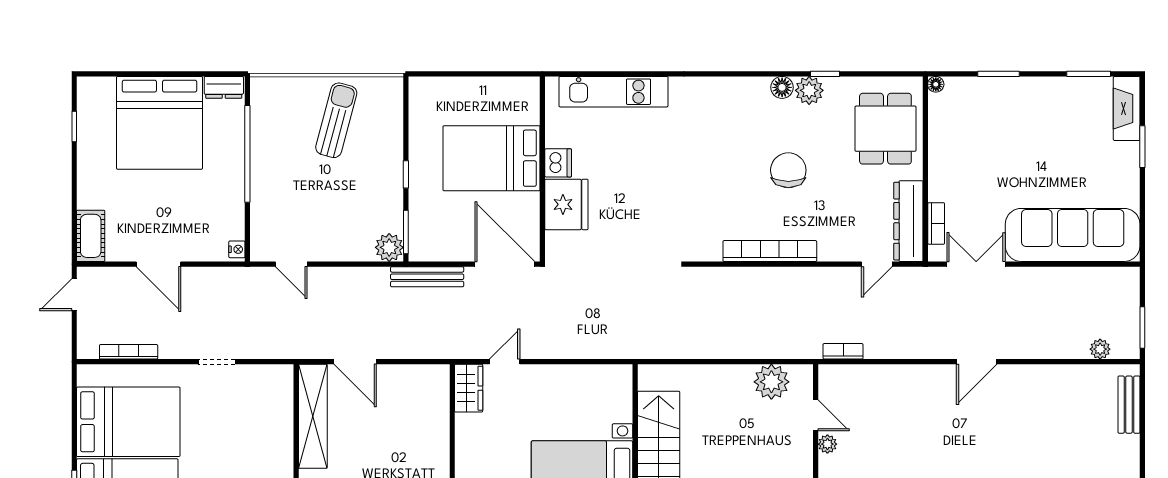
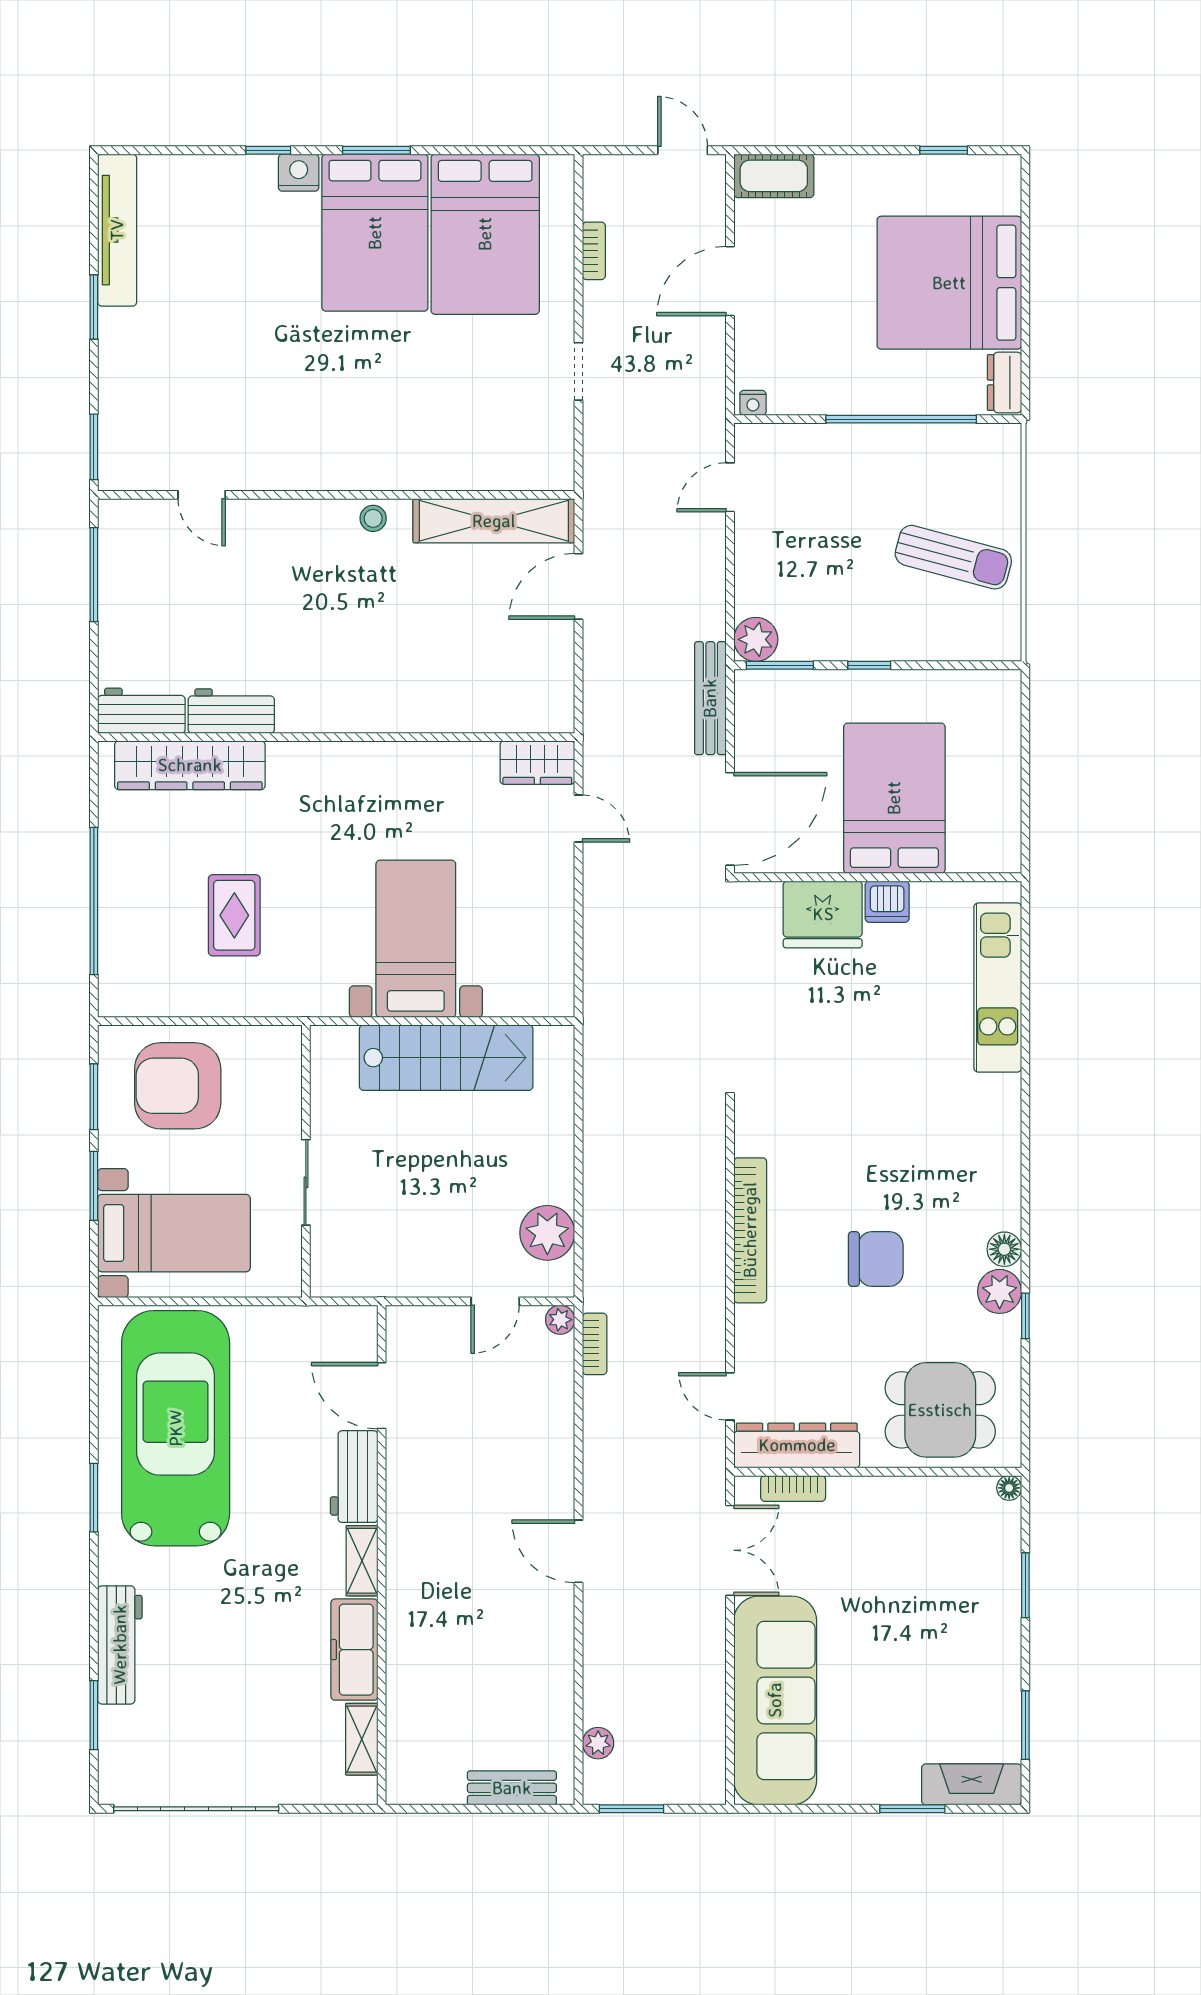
bookcase: (129, 352) -> (594, 251), width x0.64
plant: (827, 444) -> (560, 1320), moved

